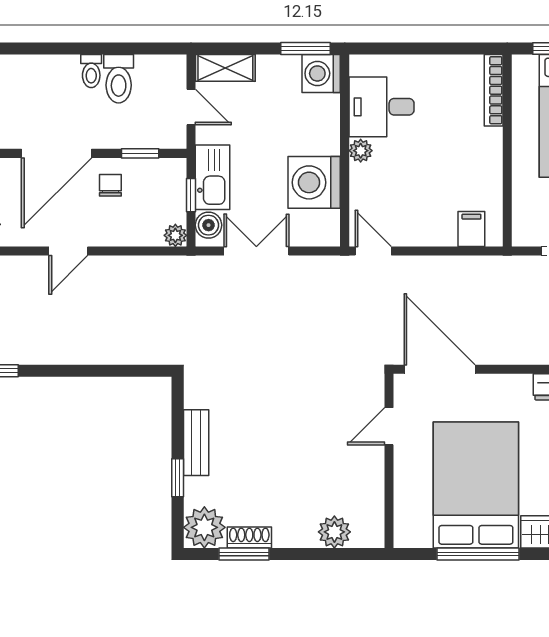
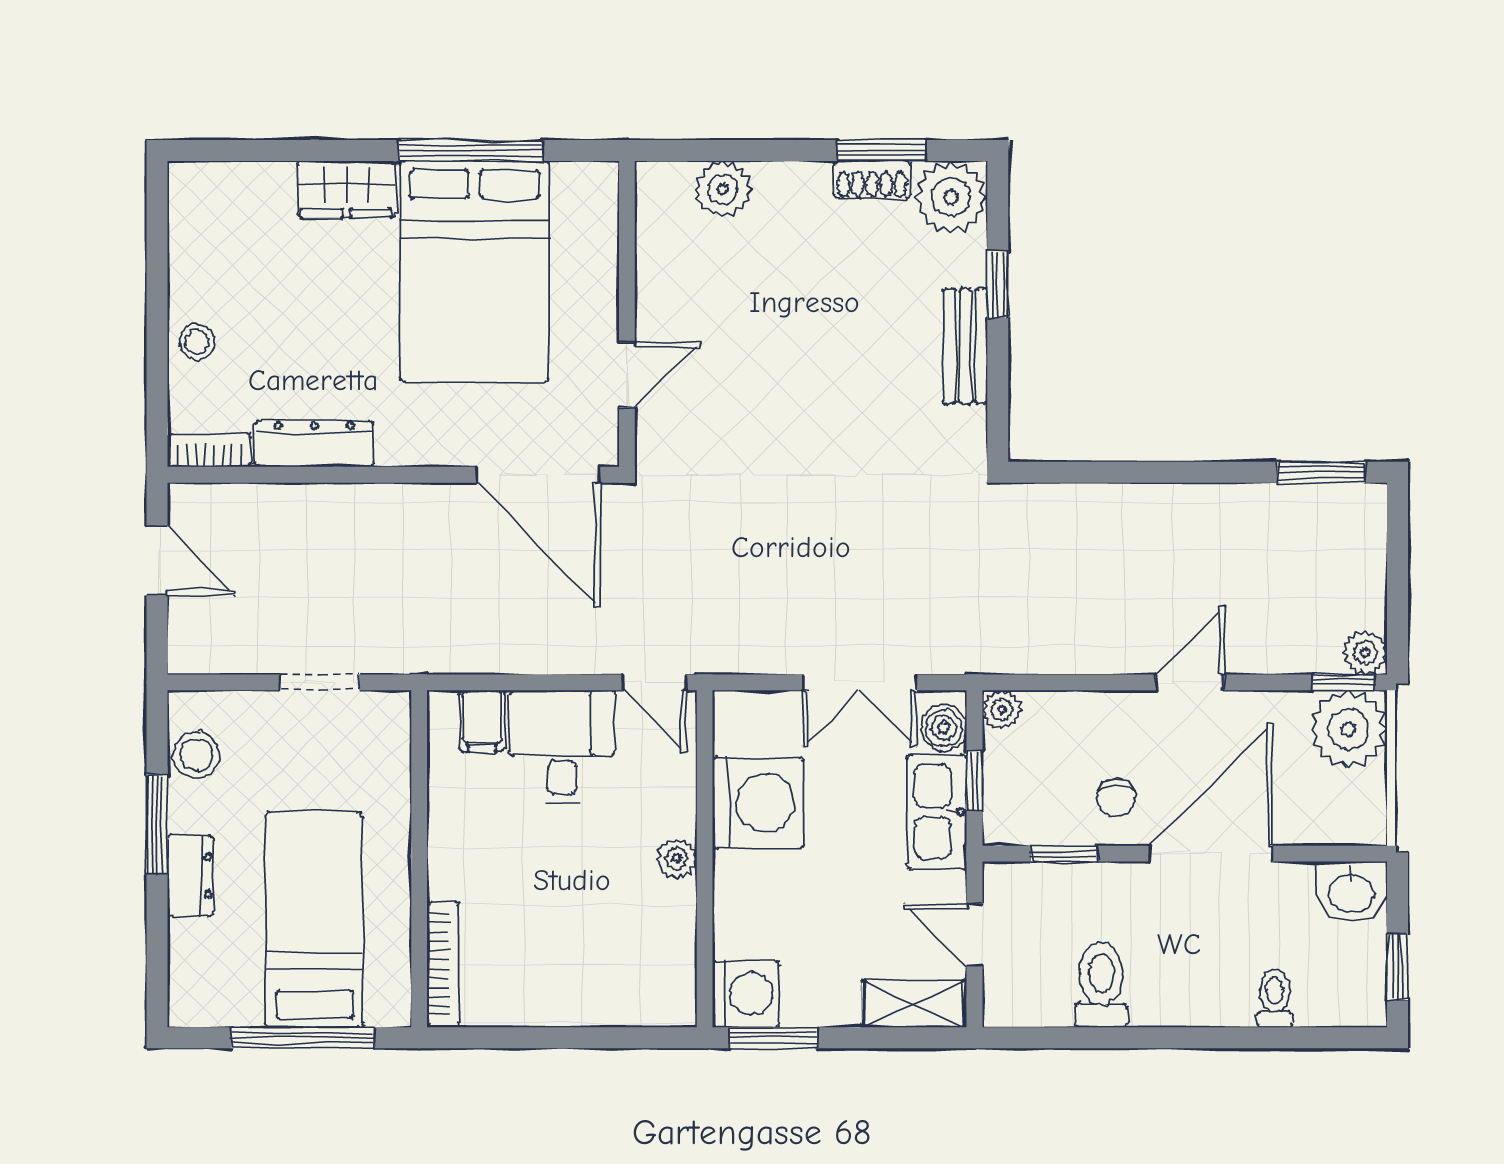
toilet: (91, 71) -> (1275, 998), moved
desk: (381, 107) -> (562, 747), moved, turned -90

